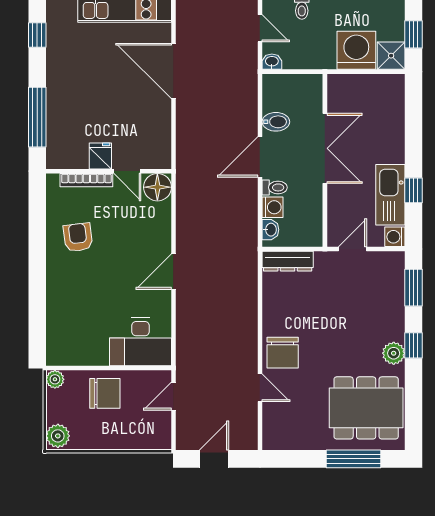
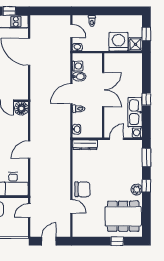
window: (414, 190) -> (146, 99), moved
washing machine: (273, 207) -> (78, 66), moved
chair: (283, 353) -> (82, 189), turned -90
window: (354, 459) -> (117, 241), width x0.46

